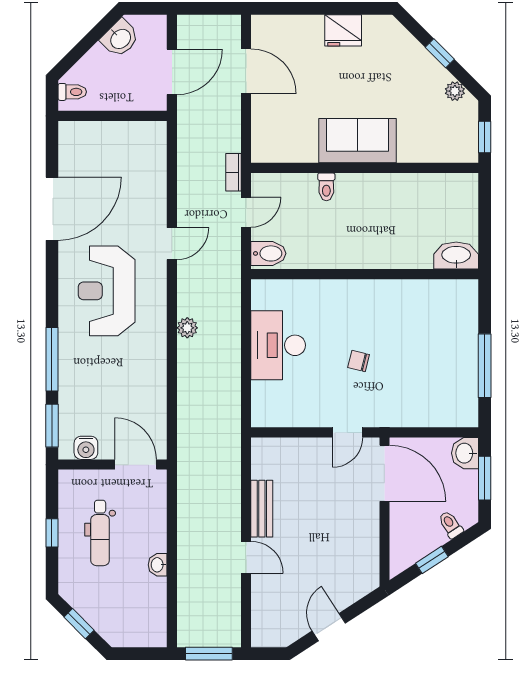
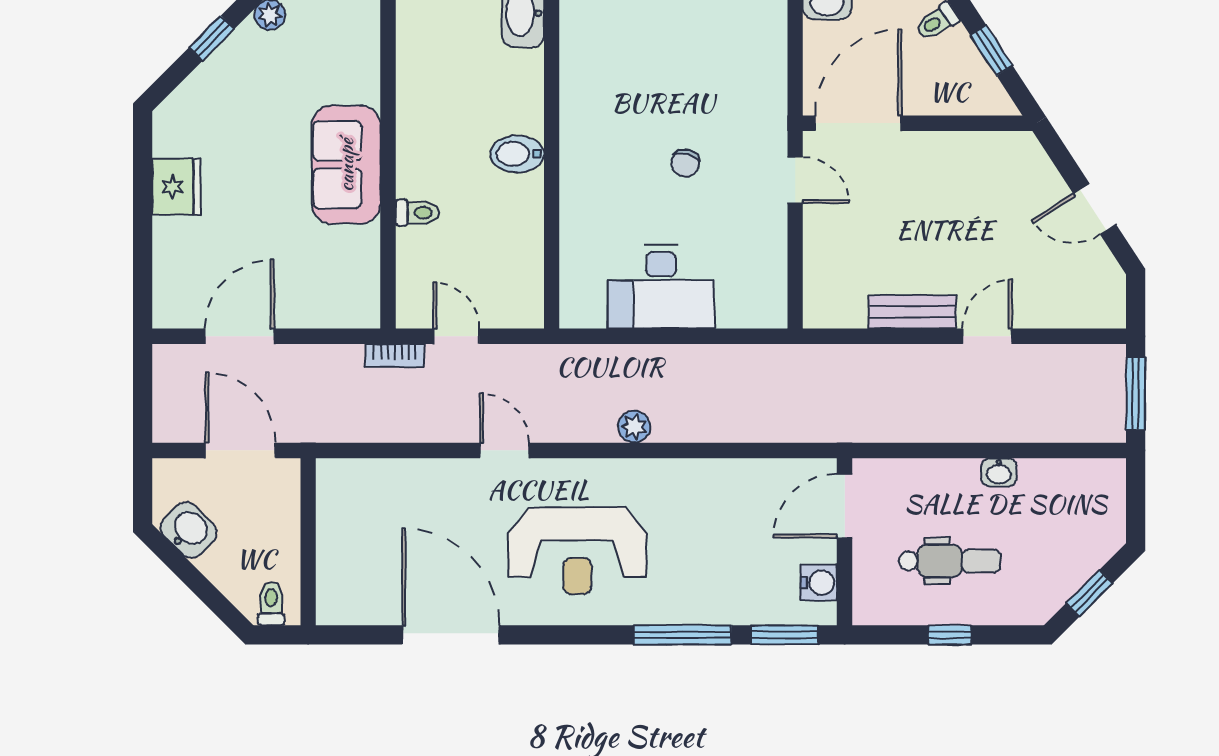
bidet: (268, 253) -> (517, 154), moved, turned -90

